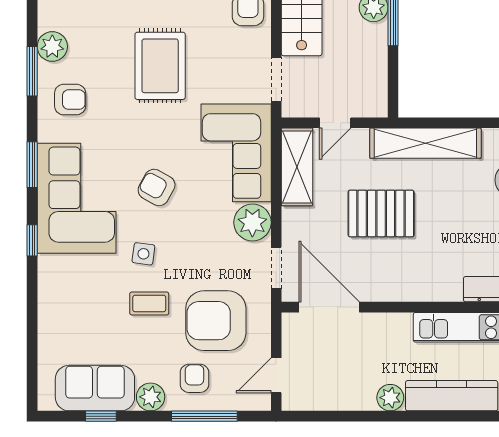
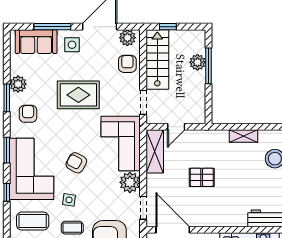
rug: (160, 66) -> (78, 95), turned 90
armchair: (70, 100) -> (28, 114), turned -90
shelving: (425, 143) -> (243, 136), width x0.45, depth x0.75
pallet: (381, 213) -> (202, 177), width x0.67, depth x0.71
coffee table: (78, 292) -> (33, 221), added

